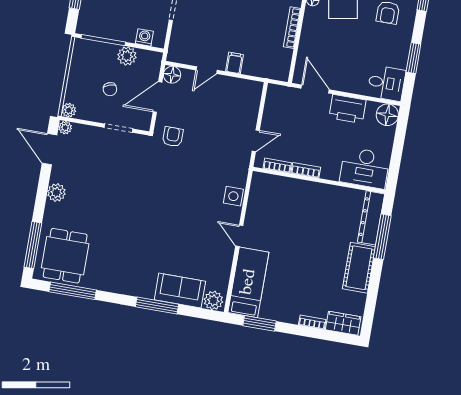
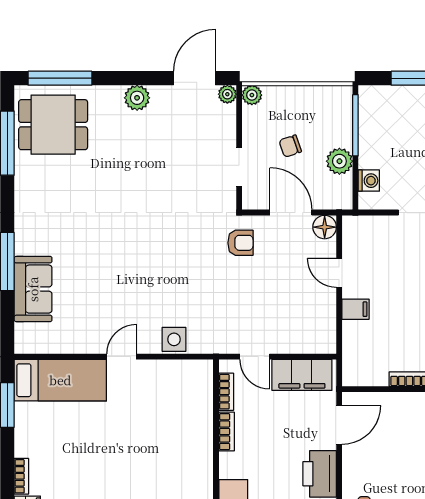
filing cabinet: (275, 109) -> (302, 375), added
plant: (213, 300) -> (27, 337), removed

